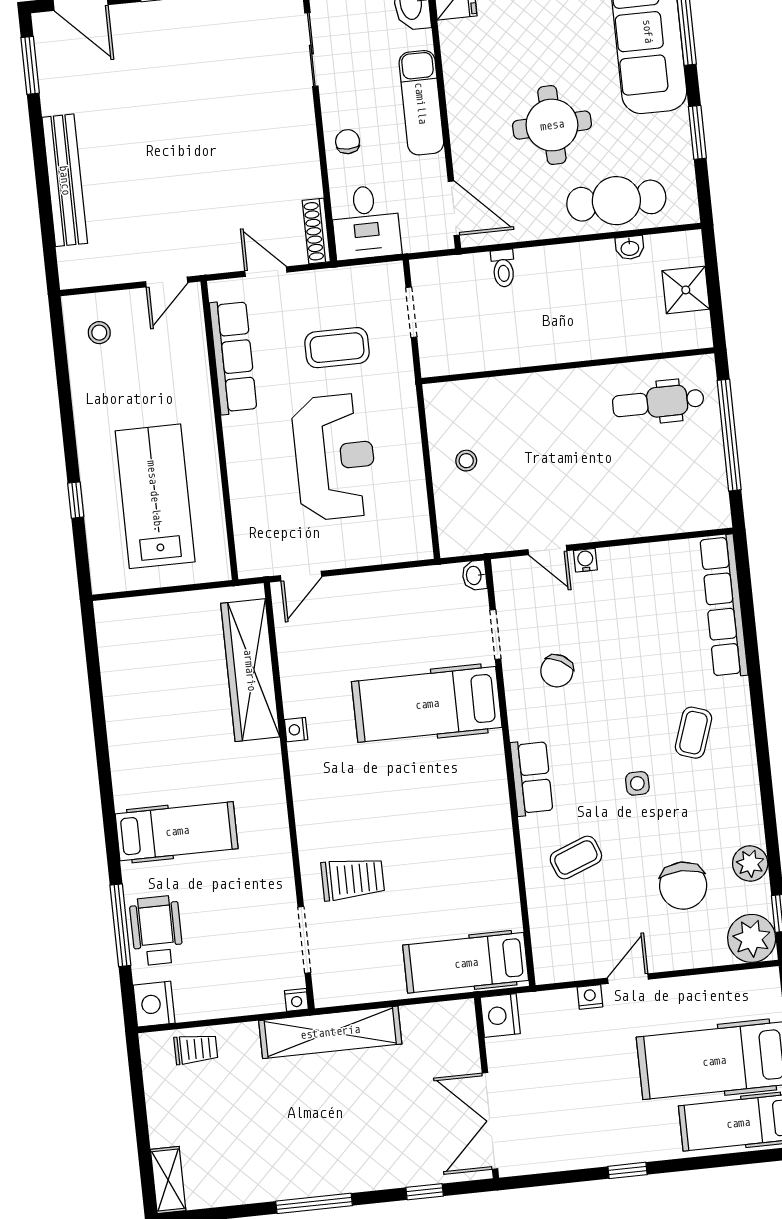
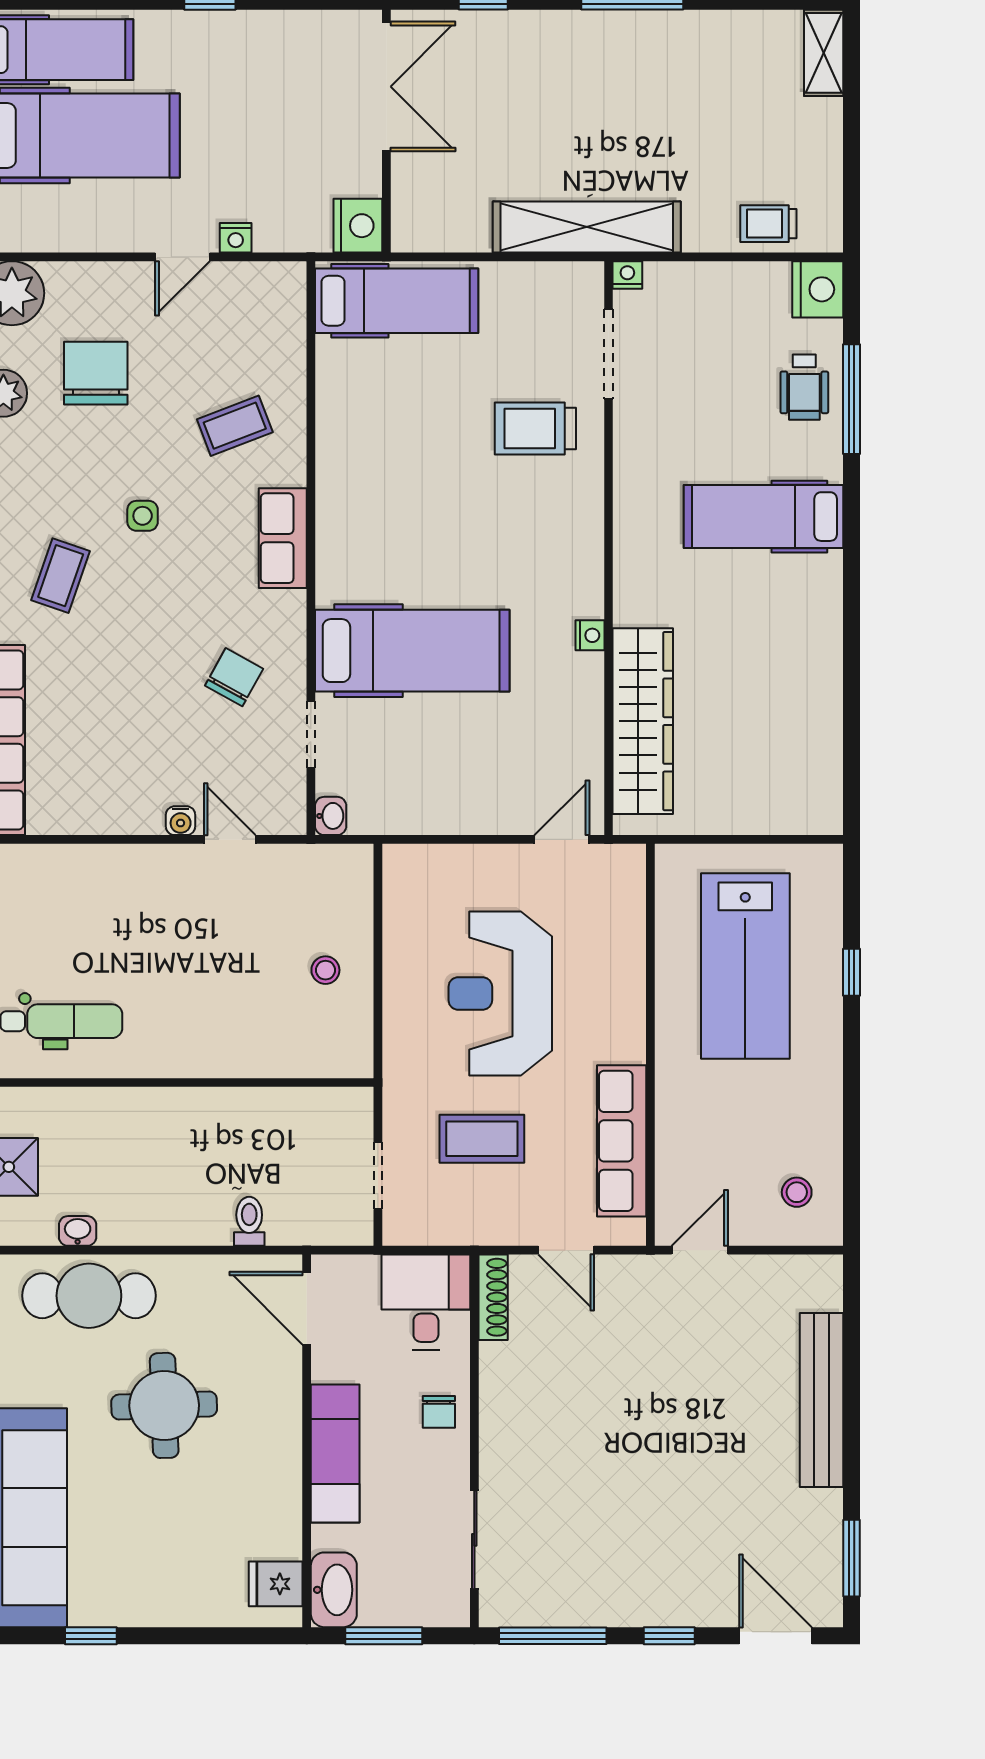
wheelchair: (156, 931) -> (804, 387), width x0.73, depth x0.73

